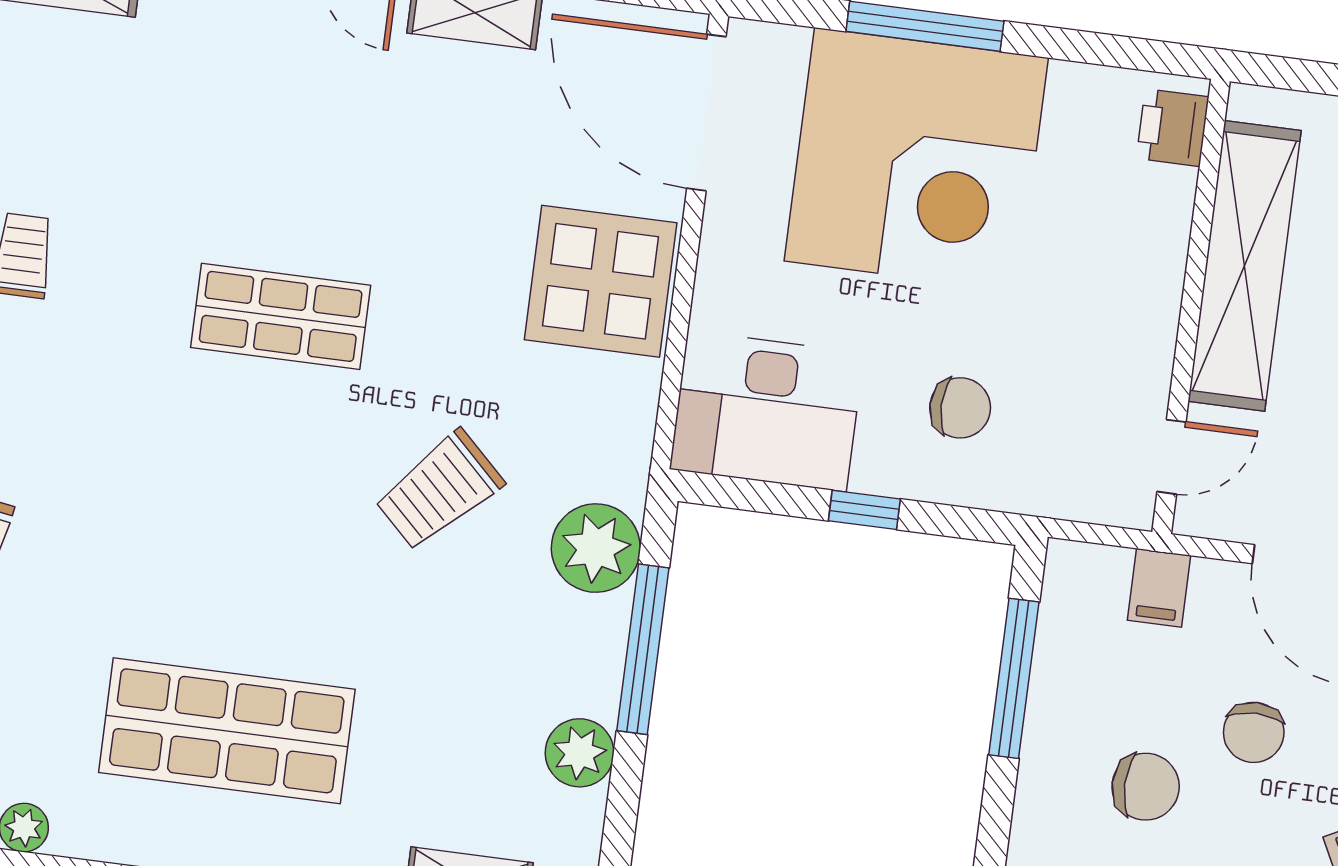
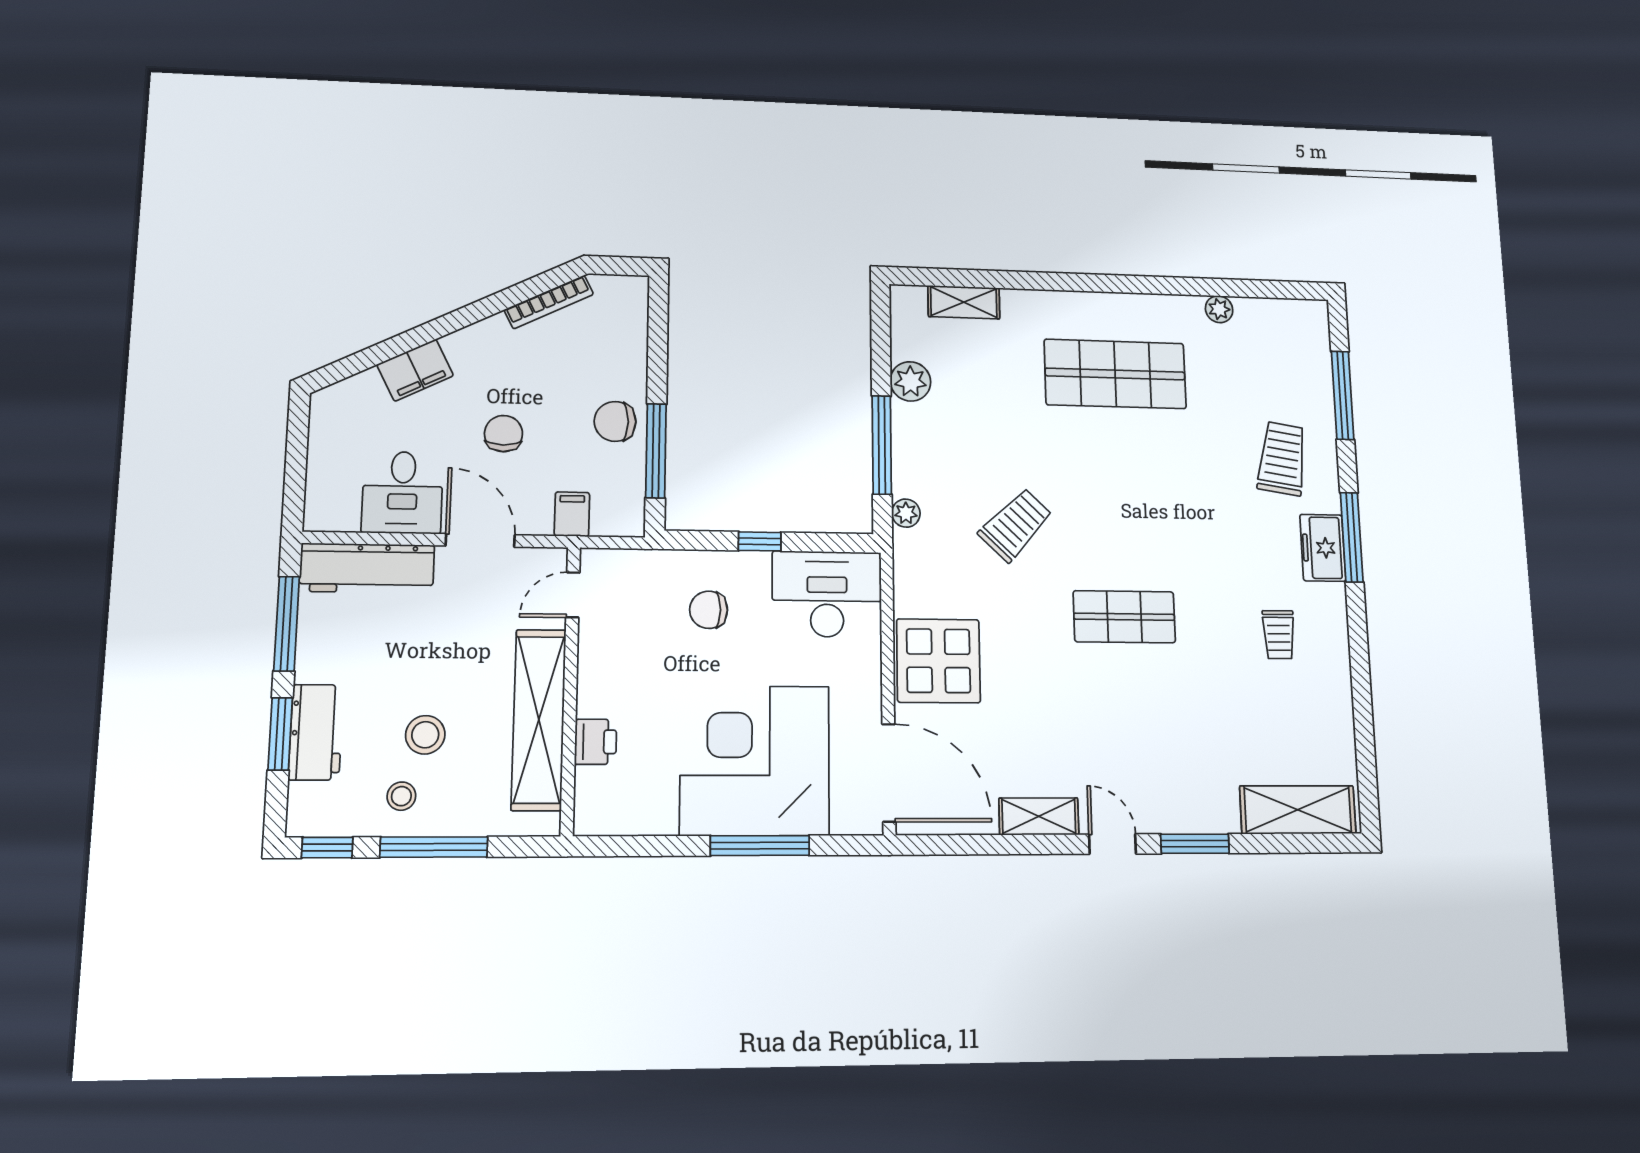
printer: (1173, 128) -> (596, 742), moved
plant: (596, 548) -> (906, 513), width x0.53, depth x0.53
chair: (1146, 787) -> (615, 421), moved

